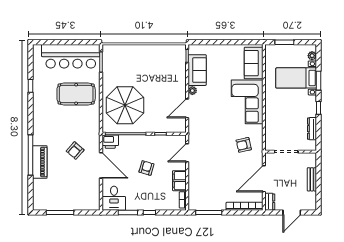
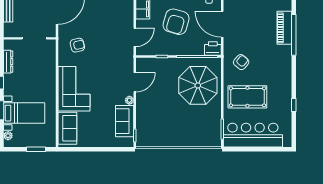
armchair: (75, 151) -> (241, 62), moved
armchair: (146, 168) -> (176, 22), width x1.88, depth x1.88

